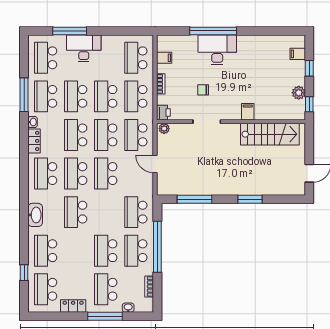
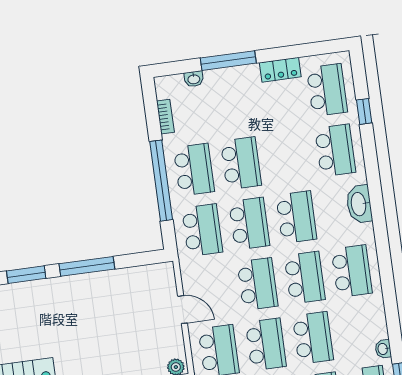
locker: (34, 141) -> (377, 320), removed
window: (195, 199) -> (87, 266), moved
school desk: (106, 289) -> (249, 224), moved

